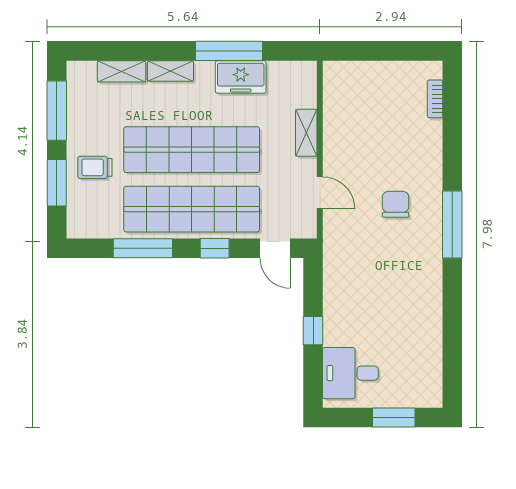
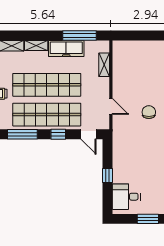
window: (229, 51) -> (79, 35), moved
freezer: (241, 77) -> (66, 48), width x1.40
shelving: (306, 133) -> (104, 65), moved

